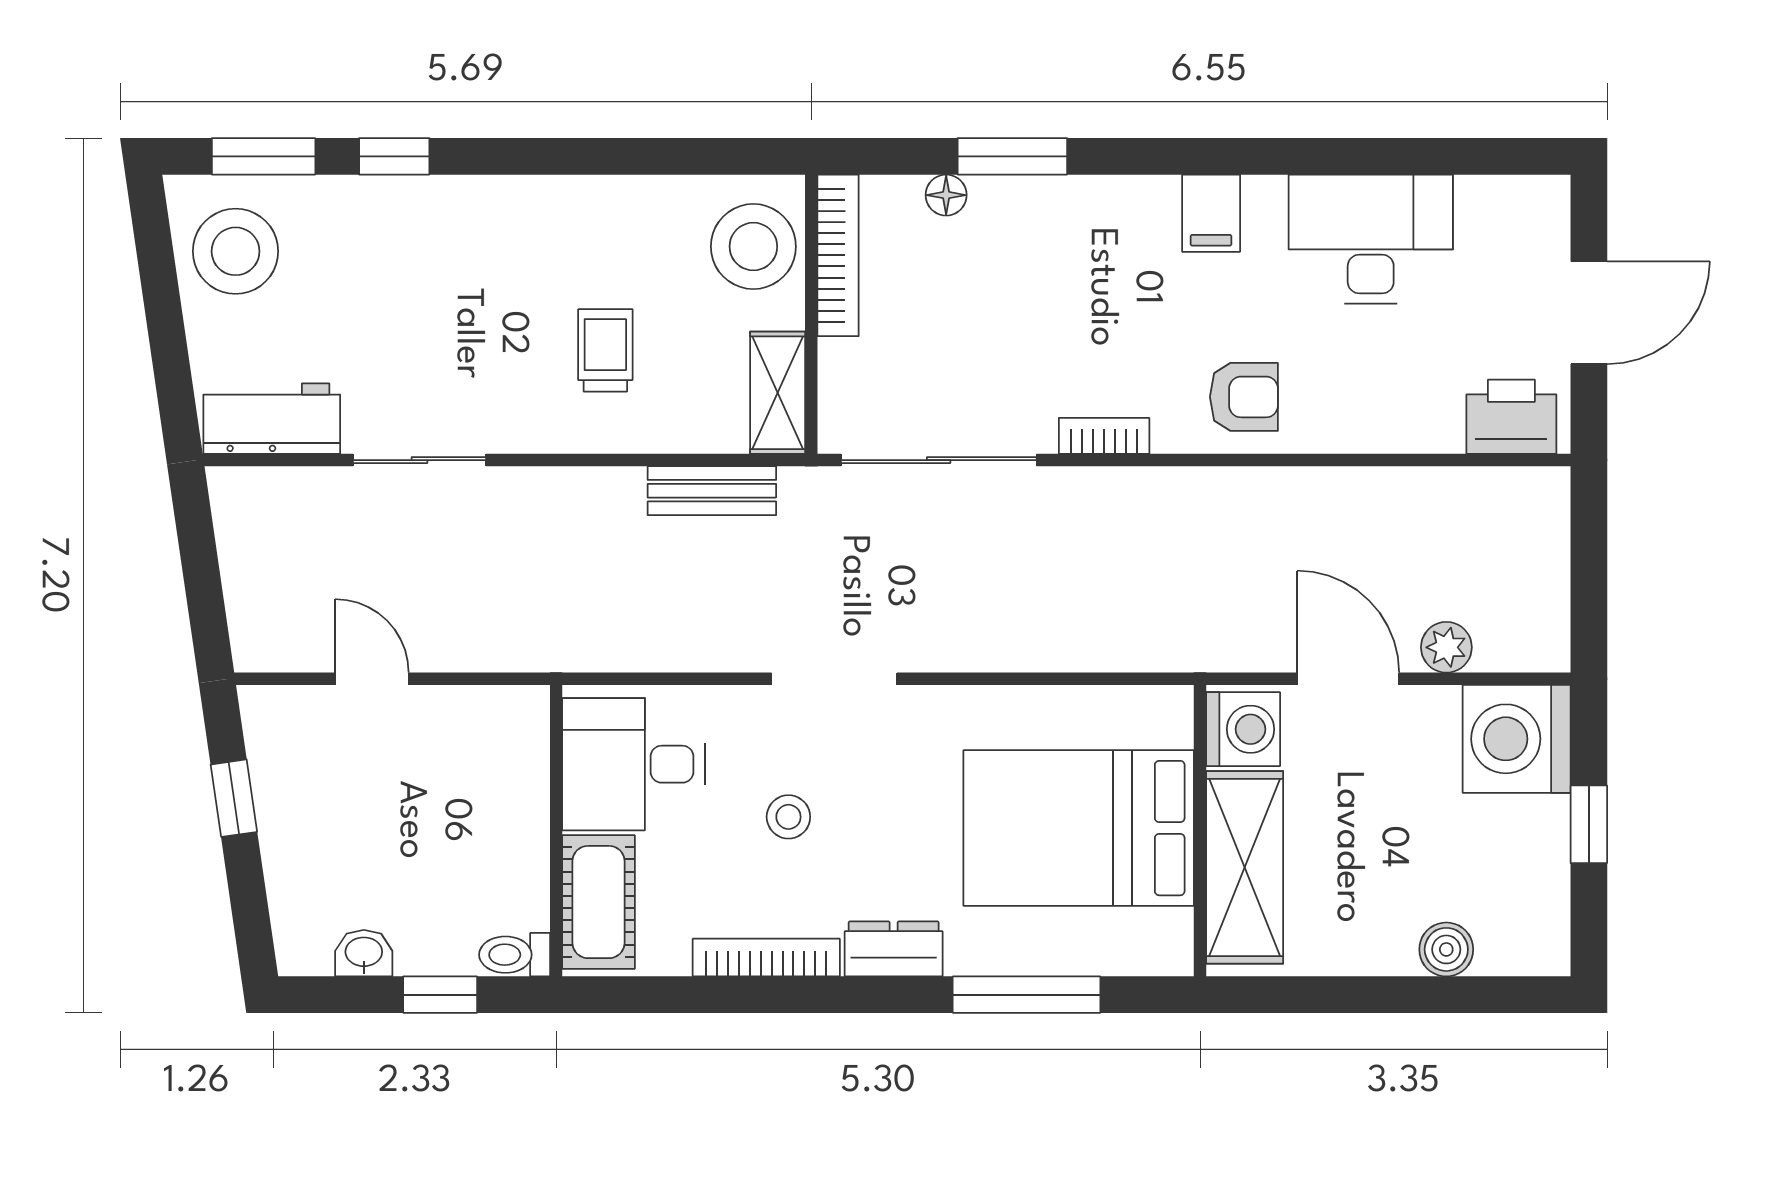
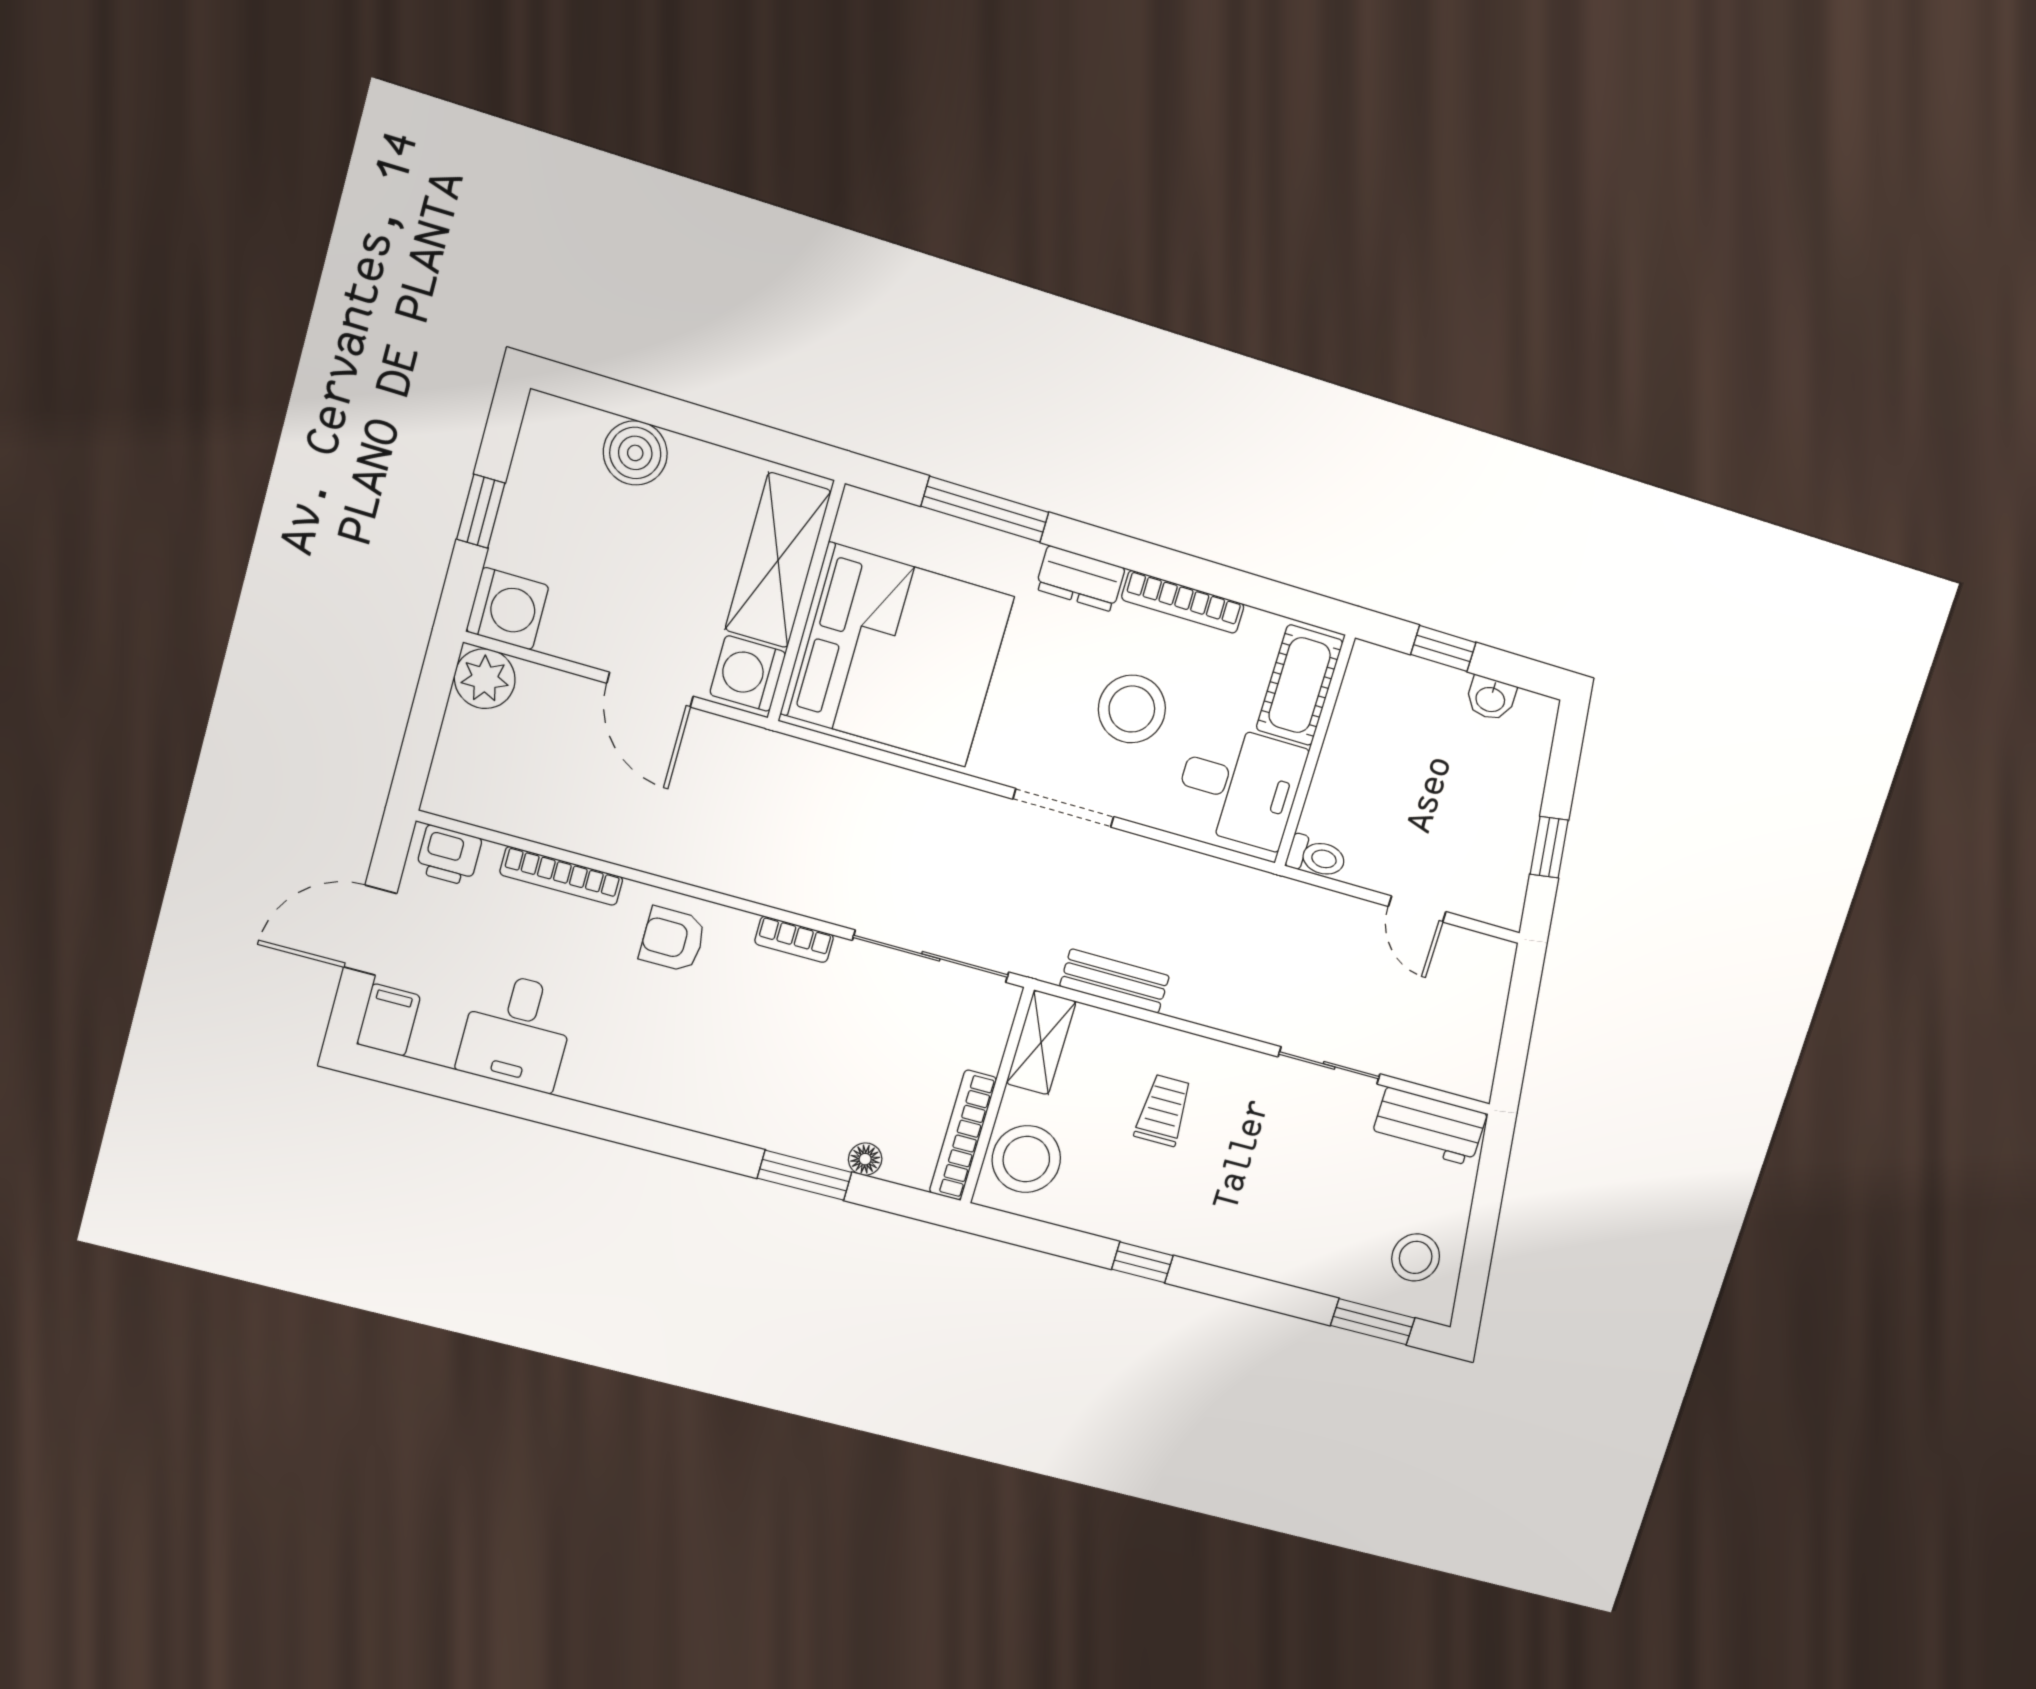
window: (394, 156) -> (1142, 1262), moved
filing cabinet: (1211, 213) -> (389, 1020), moved
desk: (1371, 239) -> (517, 1031), width x0.73
stool: (236, 251) -> (1416, 1257), width x0.73, depth x0.73
trolley: (605, 350) -> (1163, 1110), turned 180
printer: (1511, 417) -> (449, 855), width x0.73, depth x0.81
bookcase: (1391, 436) -> (561, 876), added
plant: (1446, 647) -> (485, 679), moved, width x1.38, depth x1.38
washing machine: (1517, 739) -> (507, 609), width x0.73, depth x0.73
stool: (788, 817) -> (1132, 709), width x1.89, depth x1.89
bed: (1079, 828) -> (897, 655), width x1.36
boiler: (1446, 949) -> (635, 453), width x1.36, depth x1.36
toilet: (515, 955) -> (1316, 857), moved

